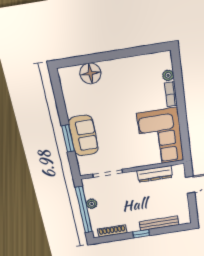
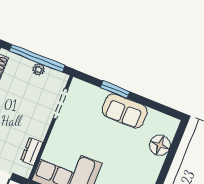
sofa: (83, 136) -> (125, 111), moved
dresser: (155, 174) -> (32, 151), width x0.70

